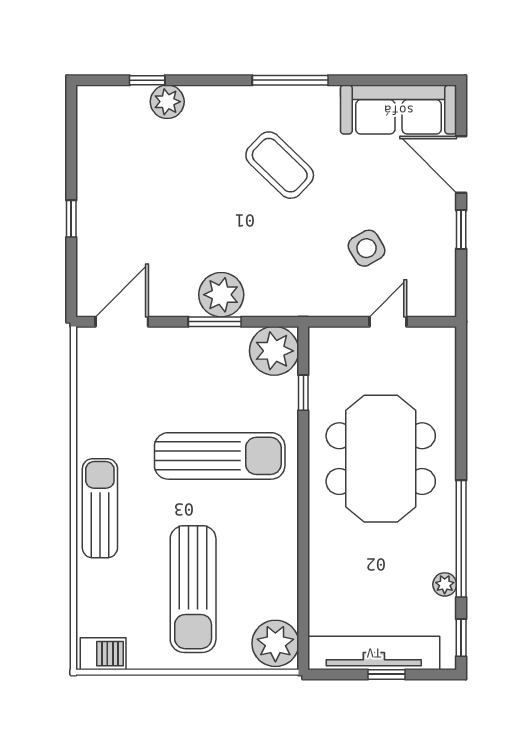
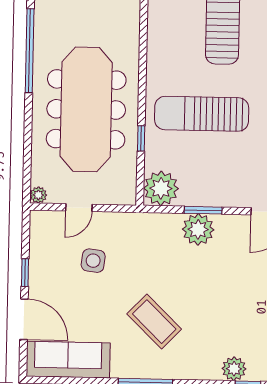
side table: (367, 248) -> (93, 261), turned 37
window: (303, 393) -> (141, 138), moved
meeting table: (381, 459) -> (86, 109), width x1.36
plant: (445, 584) -> (38, 195), moved

